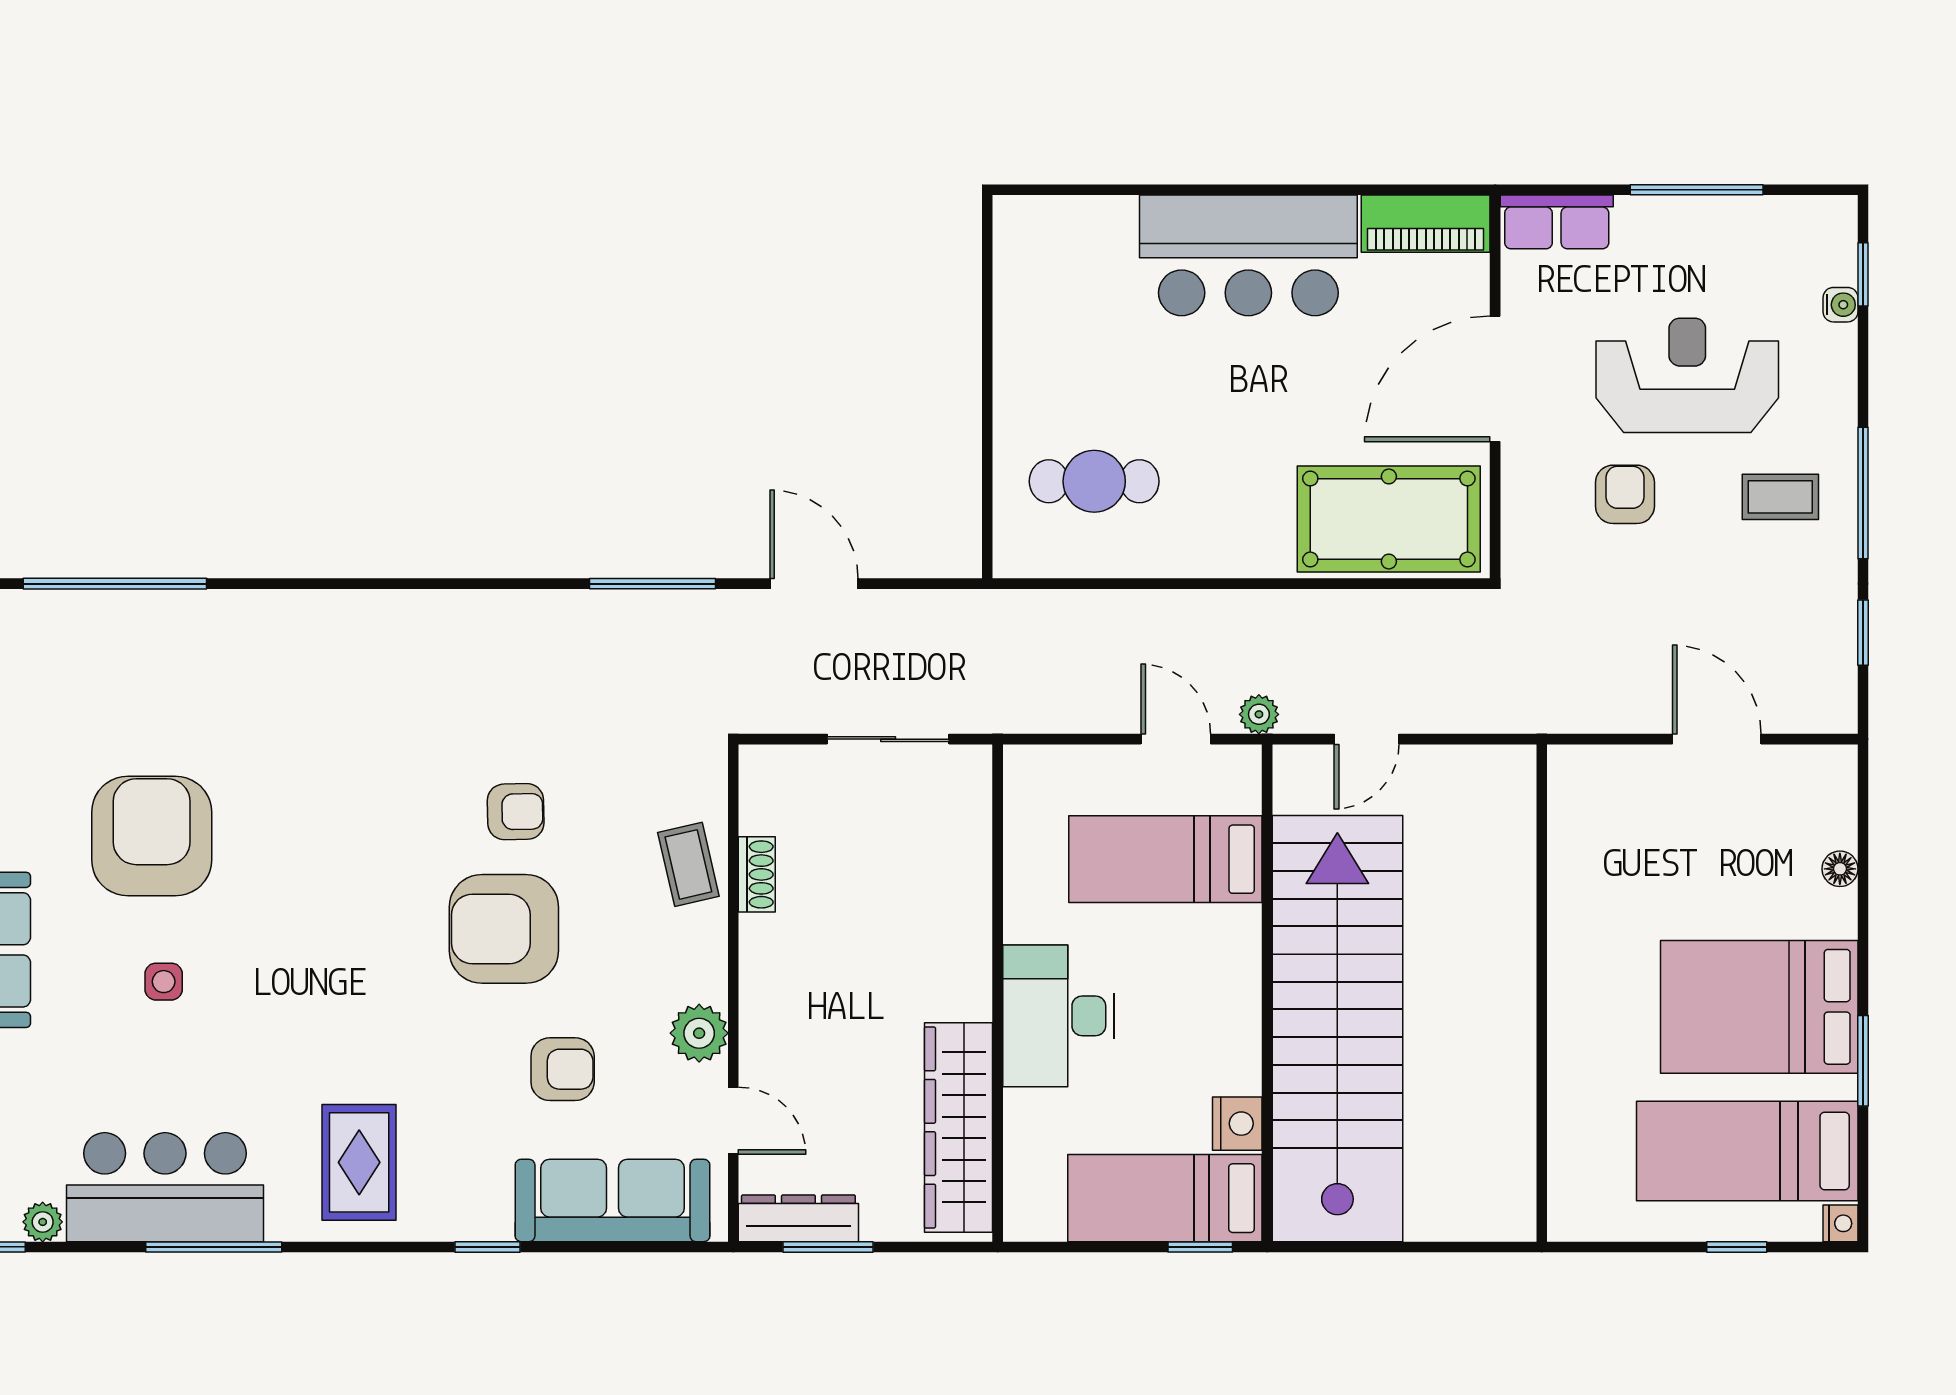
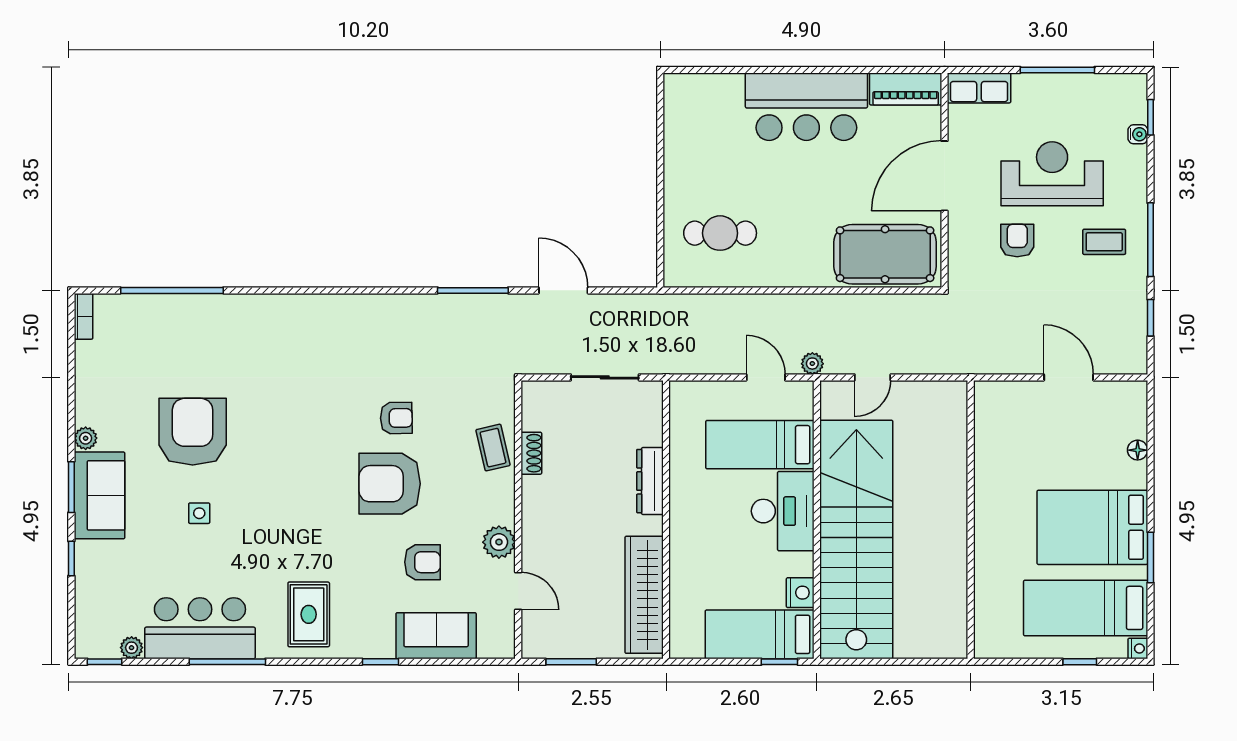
desk: (1059, 1016) -> (783, 511), moved, turned 180
sofa: (612, 1200) -> (436, 636), width x0.73
dresser: (798, 1218) -> (650, 481), moved, turned -90

